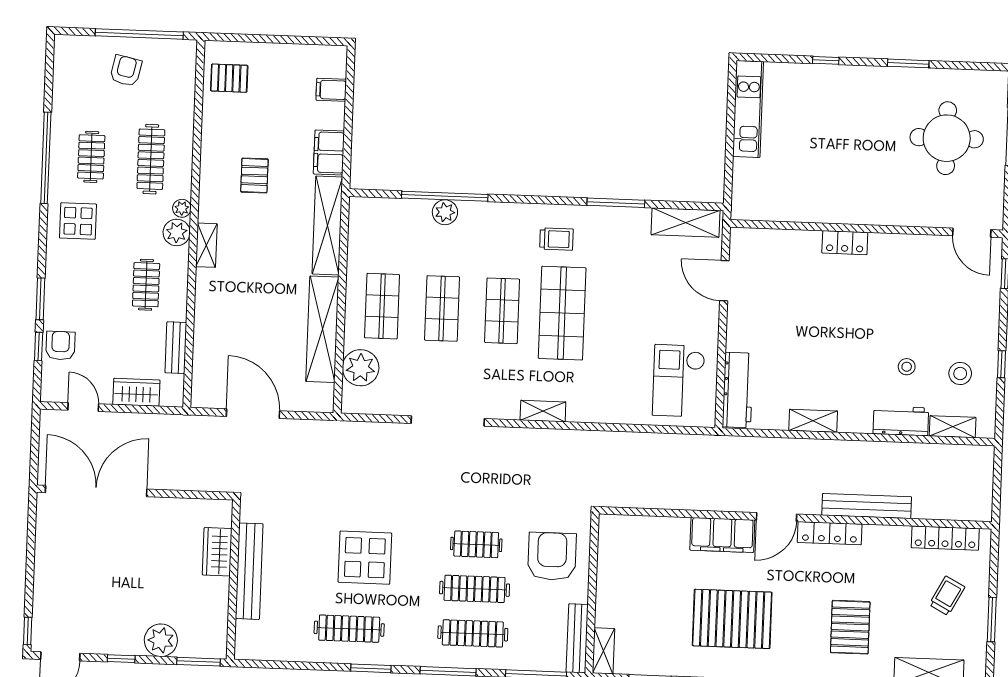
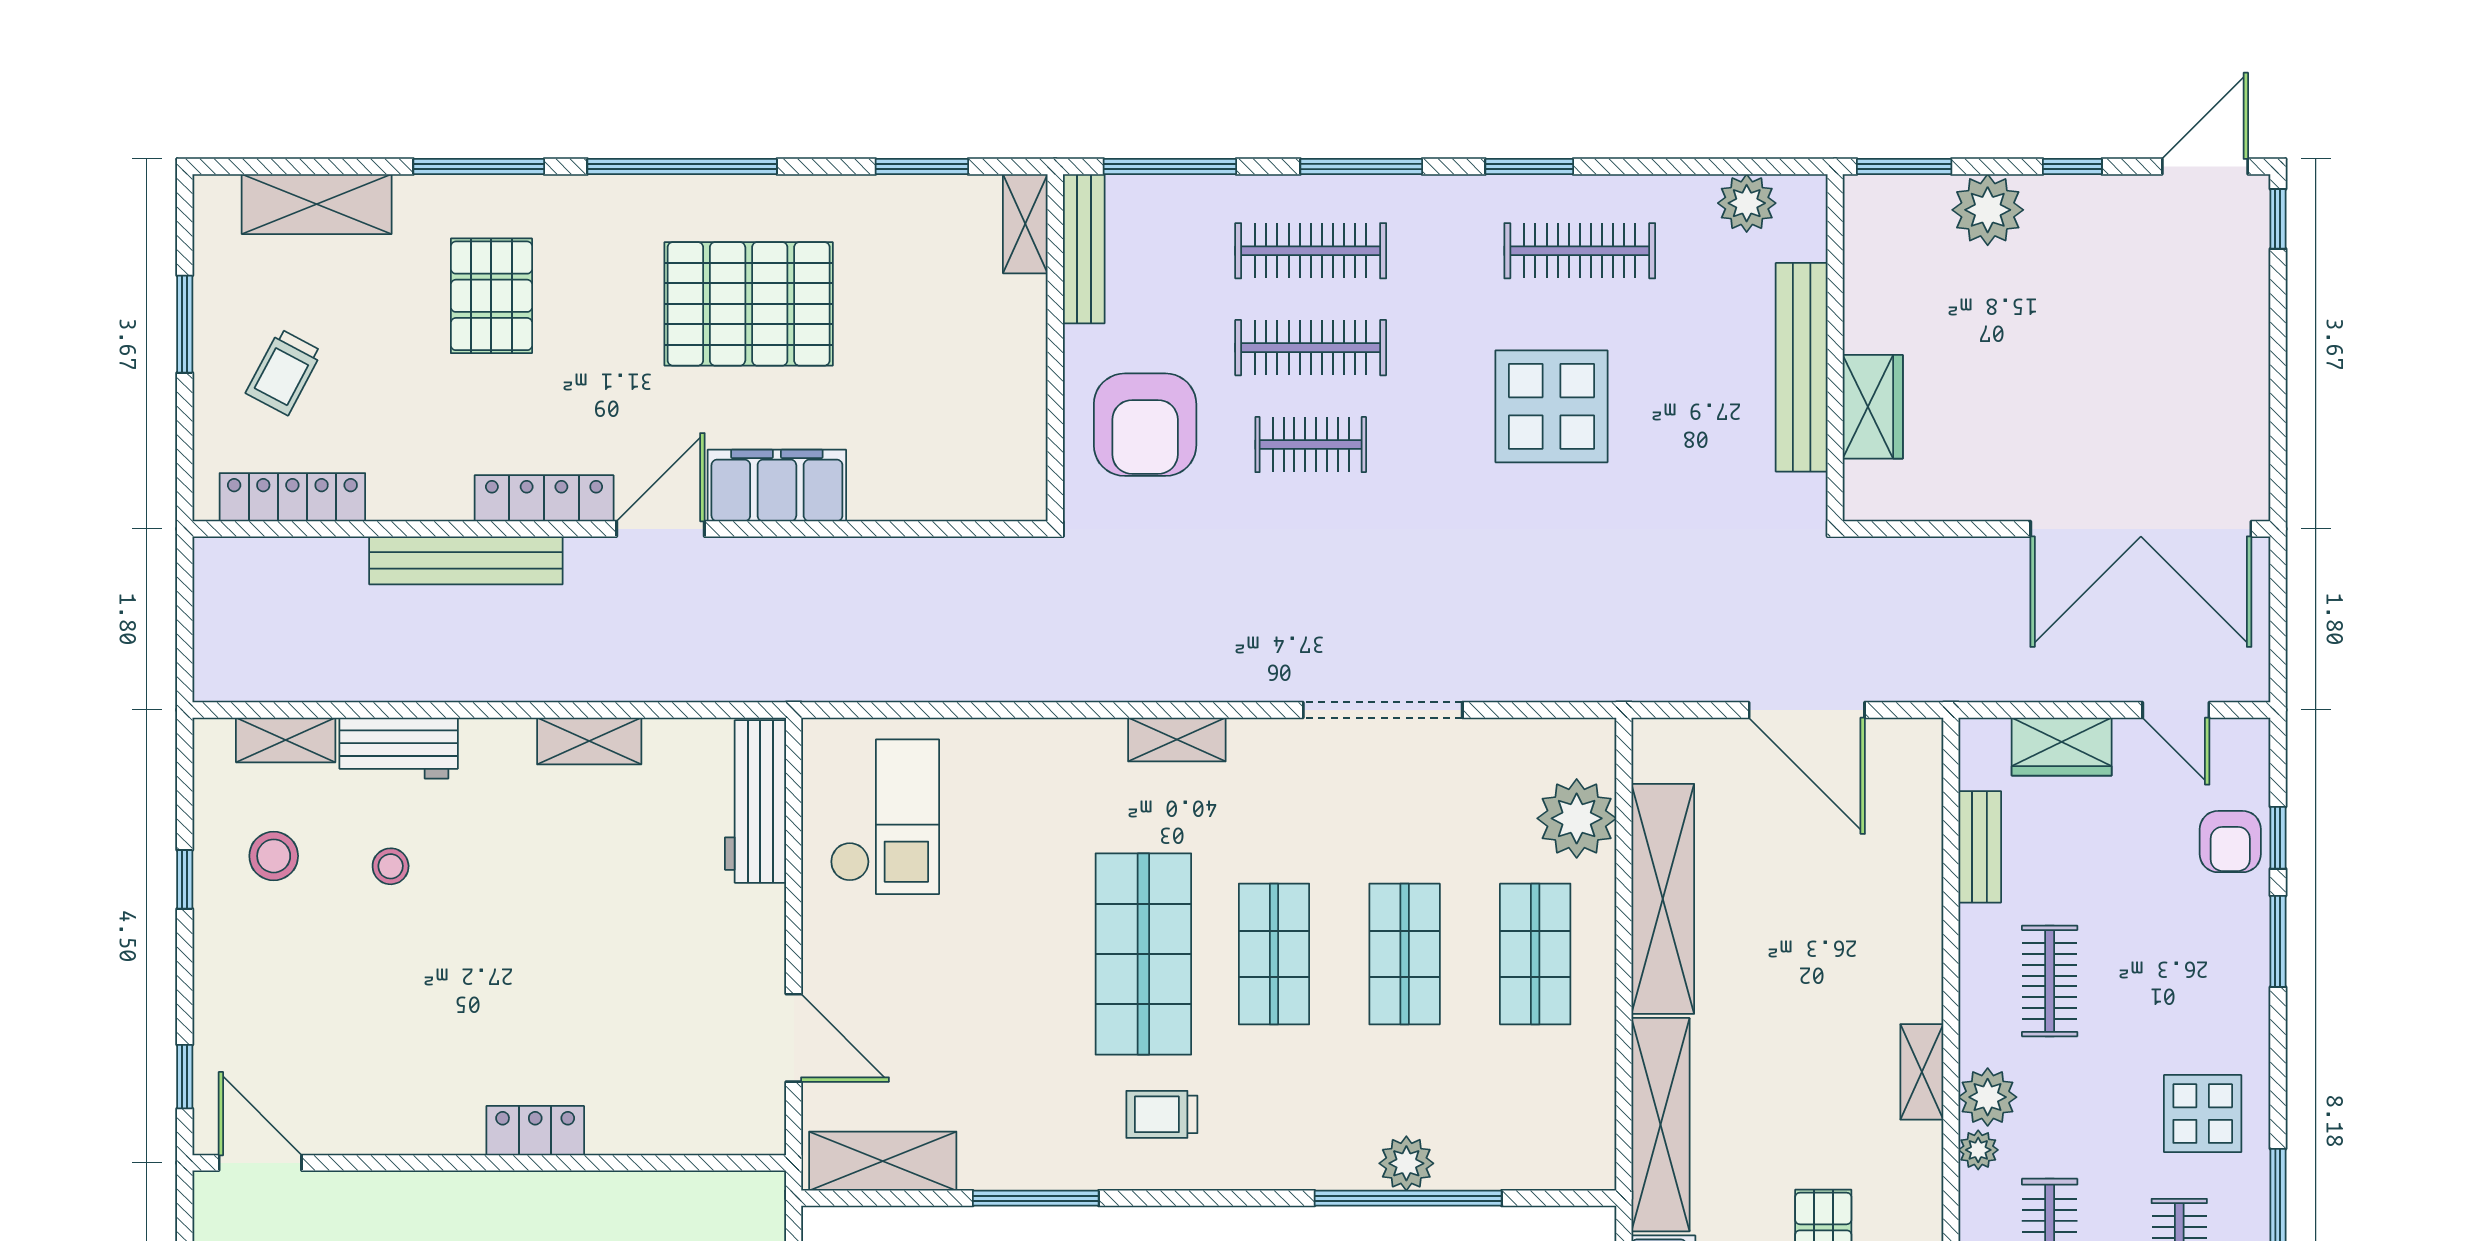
plant: (272, 648) -> (1747, 203), added

